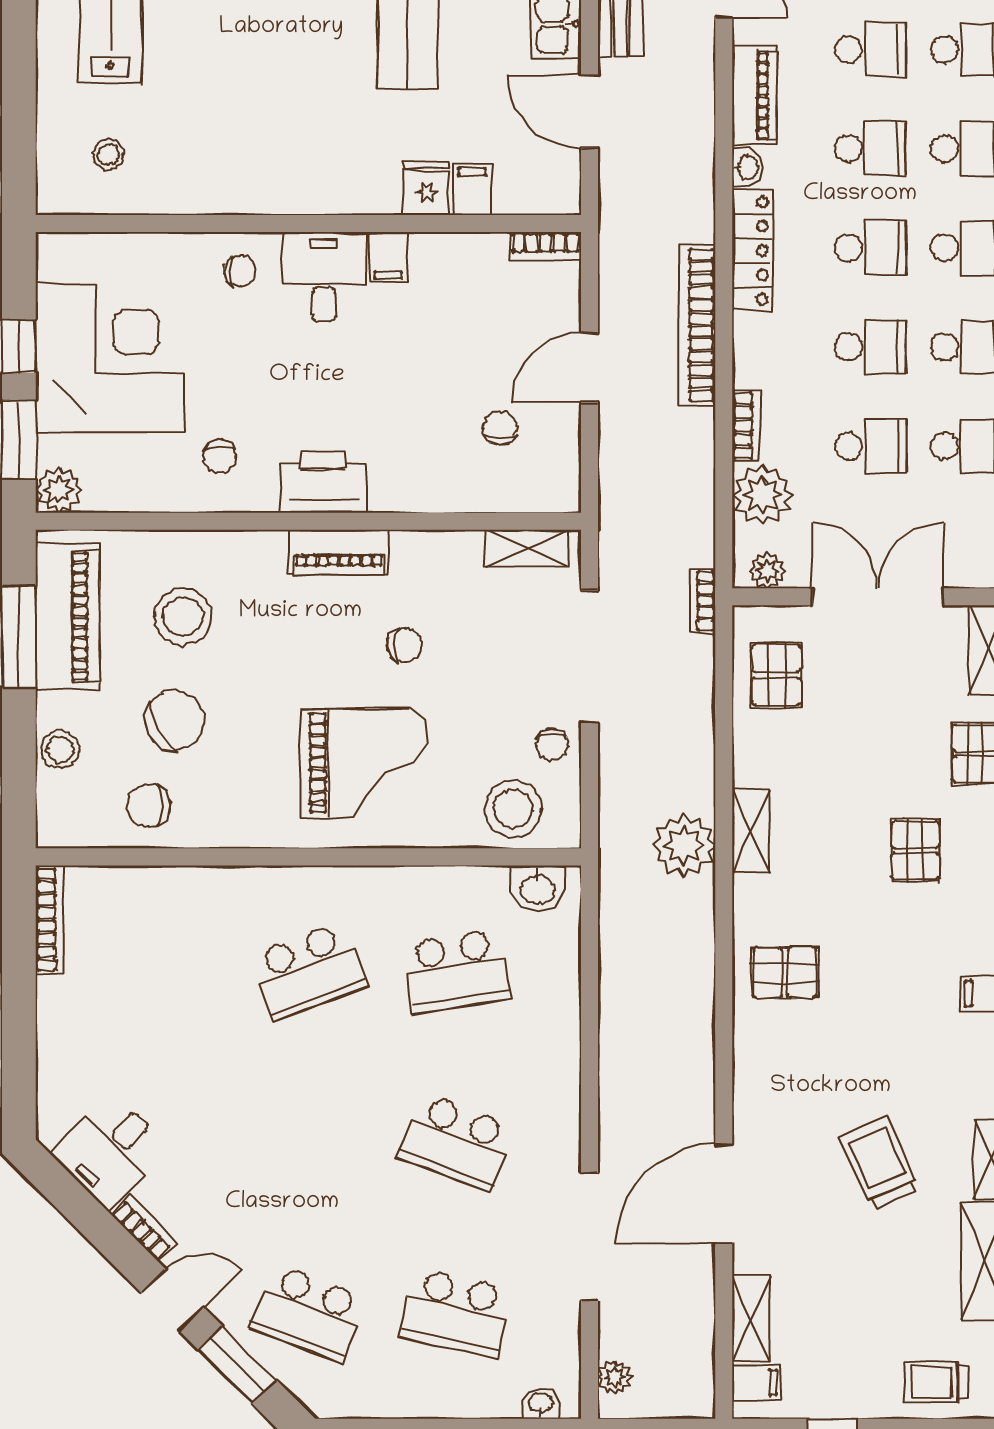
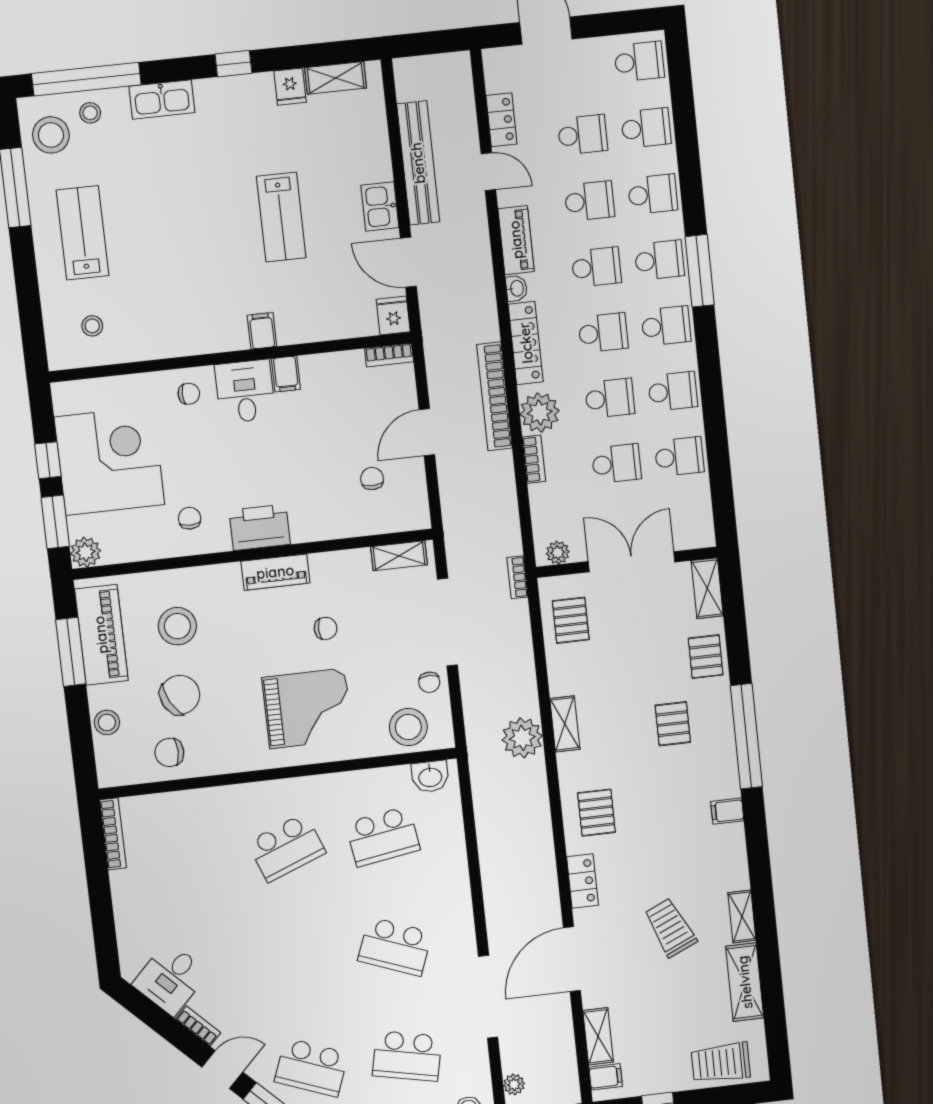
fridge: (427, 188) -> (393, 316), moved
filing cabinet: (472, 189) -> (262, 331), moved
chair: (220, 456) -> (190, 518), turned 180
plant: (762, 495) -> (540, 413), moved
pallet: (785, 973) -> (596, 813), turned 90
locker: (752, 1075) -> (582, 881), added
trolley: (936, 1382) -> (721, 1063), width x1.36, depth x1.39

